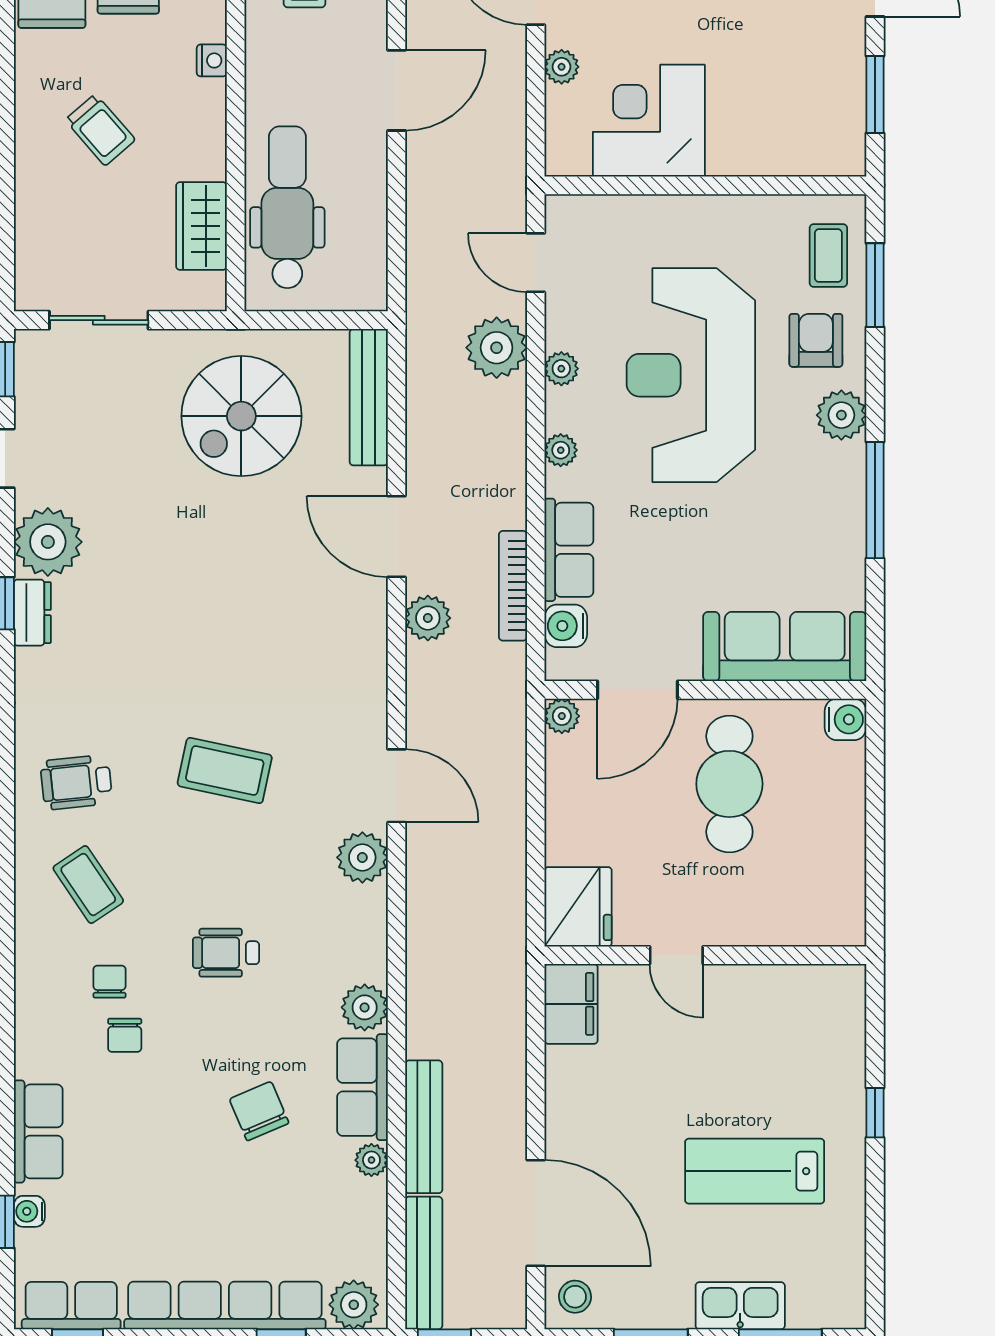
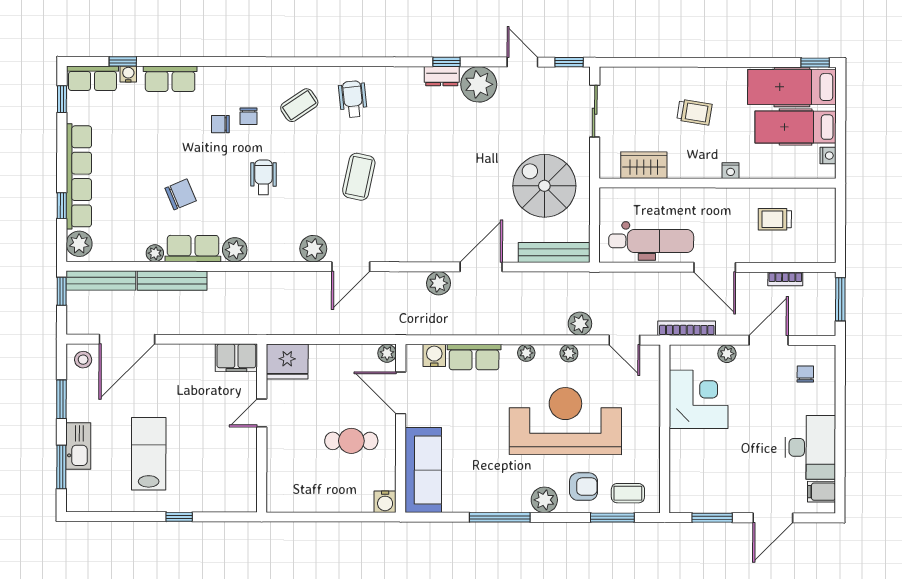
trolley: (100, 130) -> (694, 112), turned -130
dental chair: (287, 207) -> (651, 241), moved
door: (536, 263) -> (624, 340), swing flipped
plant: (497, 348) -> (580, 324), width x0.73, depth x0.73
bookcase: (513, 586) -> (687, 328), moved
cafe table: (729, 784) -> (351, 441), width x0.73, depth x0.74
chair: (110, 982) -> (248, 116), turned 90
row of seats: (71, 1306) -> (92, 78), moved, turned 90

